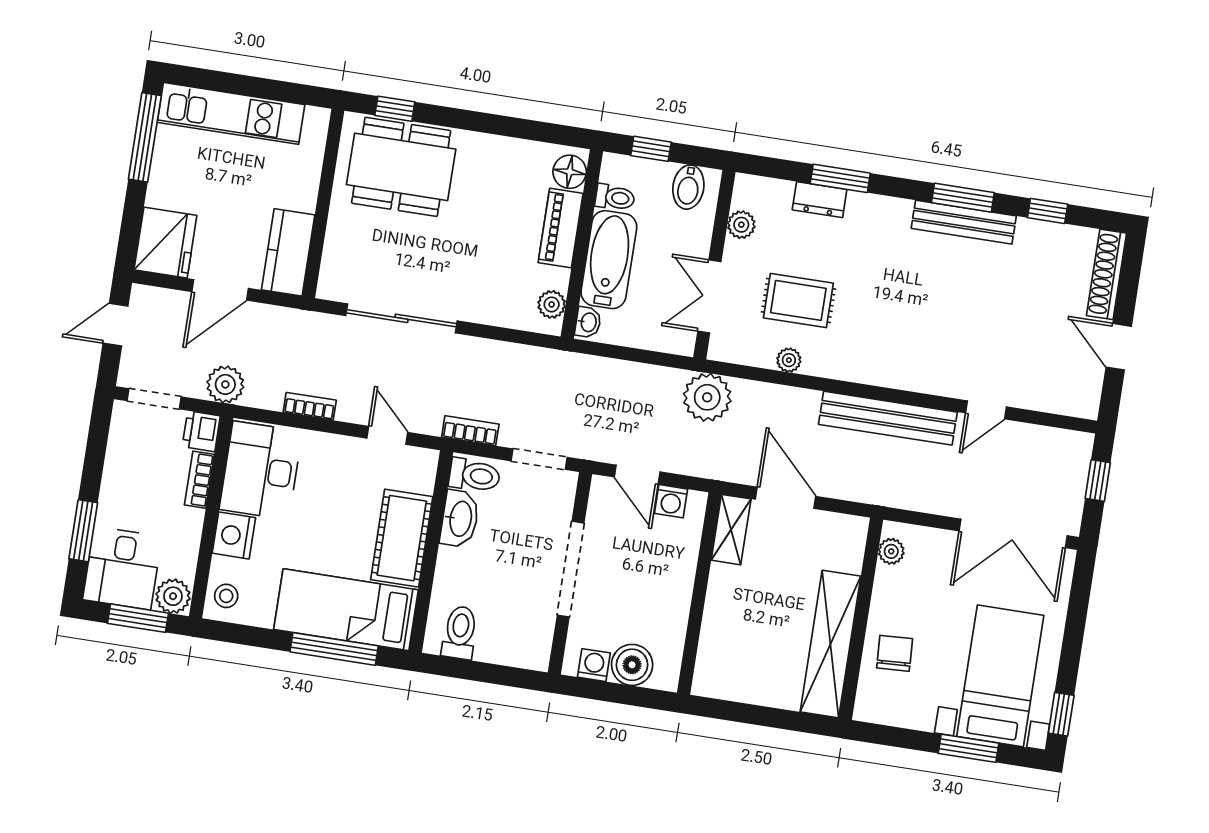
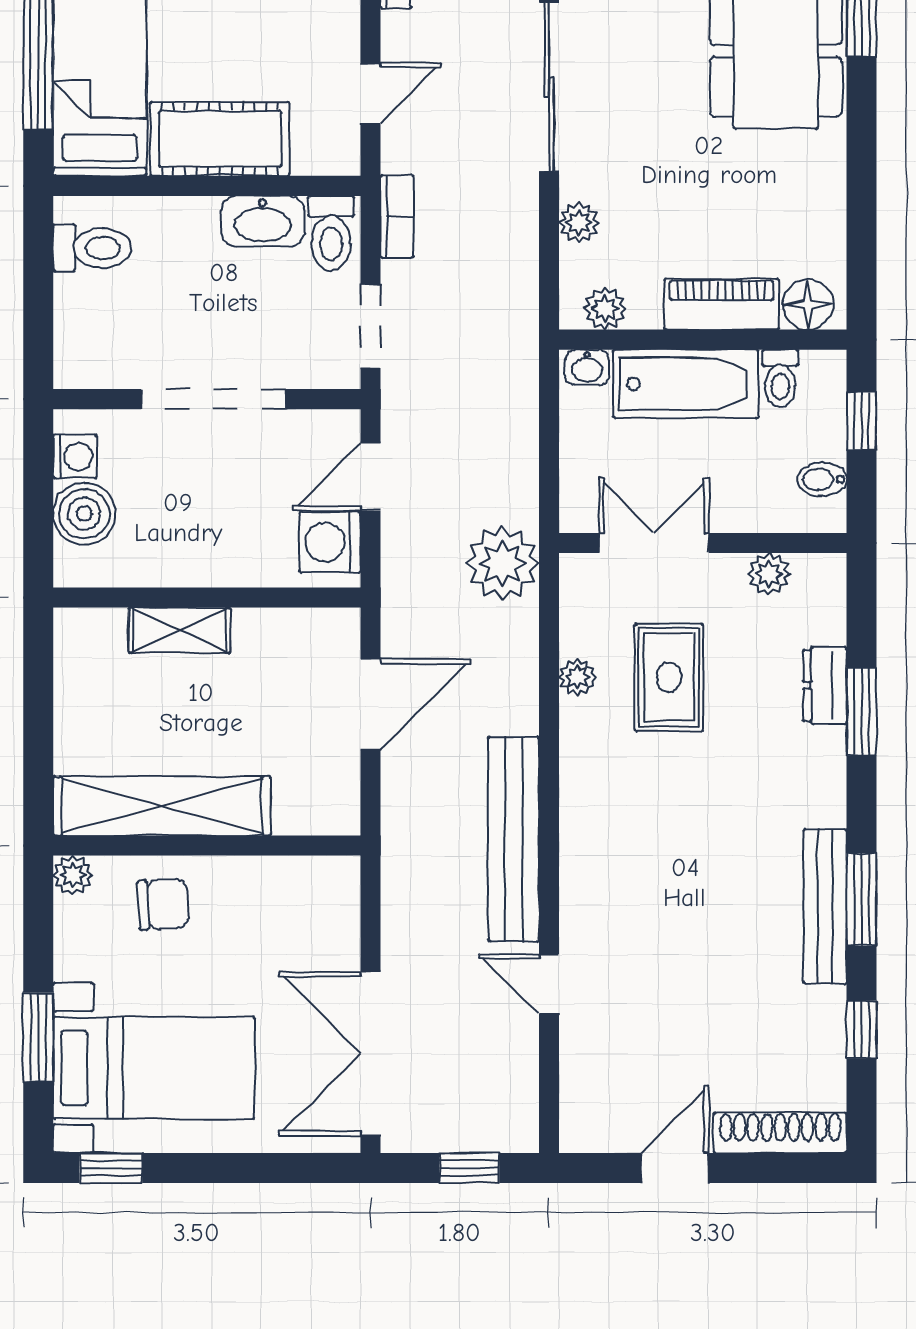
bidet: (688, 187) -> (822, 479), width x0.72, depth x0.74
plant: (493, 313) -> (579, 223), added
washing machine: (671, 501) -> (330, 542), width x1.38, depth x1.38
shelving: (731, 530) -> (180, 630), moved
plant: (891, 551) -> (73, 875), moved

